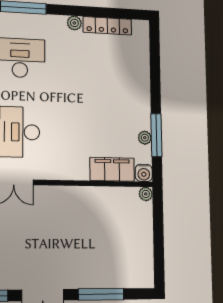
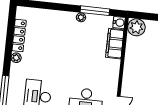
plant: (145, 138) -> (81, 17), moved
plant: (146, 194) -> (136, 27), width x1.88, depth x1.88

